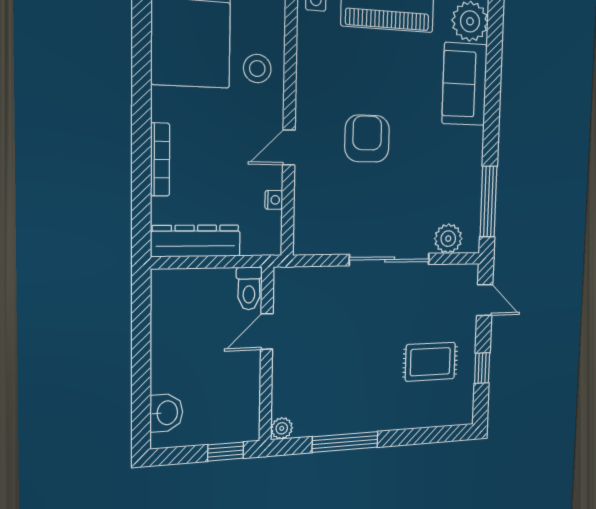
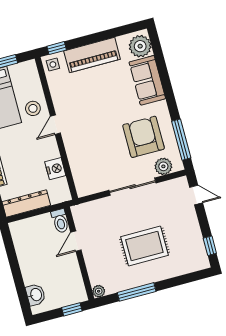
armchair: (367, 139) -> (144, 137), moved, width x1.36, depth x1.36
door: (289, 147) -> (55, 125), moved
nightstand: (274, 200) -> (55, 169), width x1.89, depth x1.79
rug: (430, 362) -> (144, 246), moved, width x1.36, depth x1.43
window: (482, 368) -> (210, 246), moved

